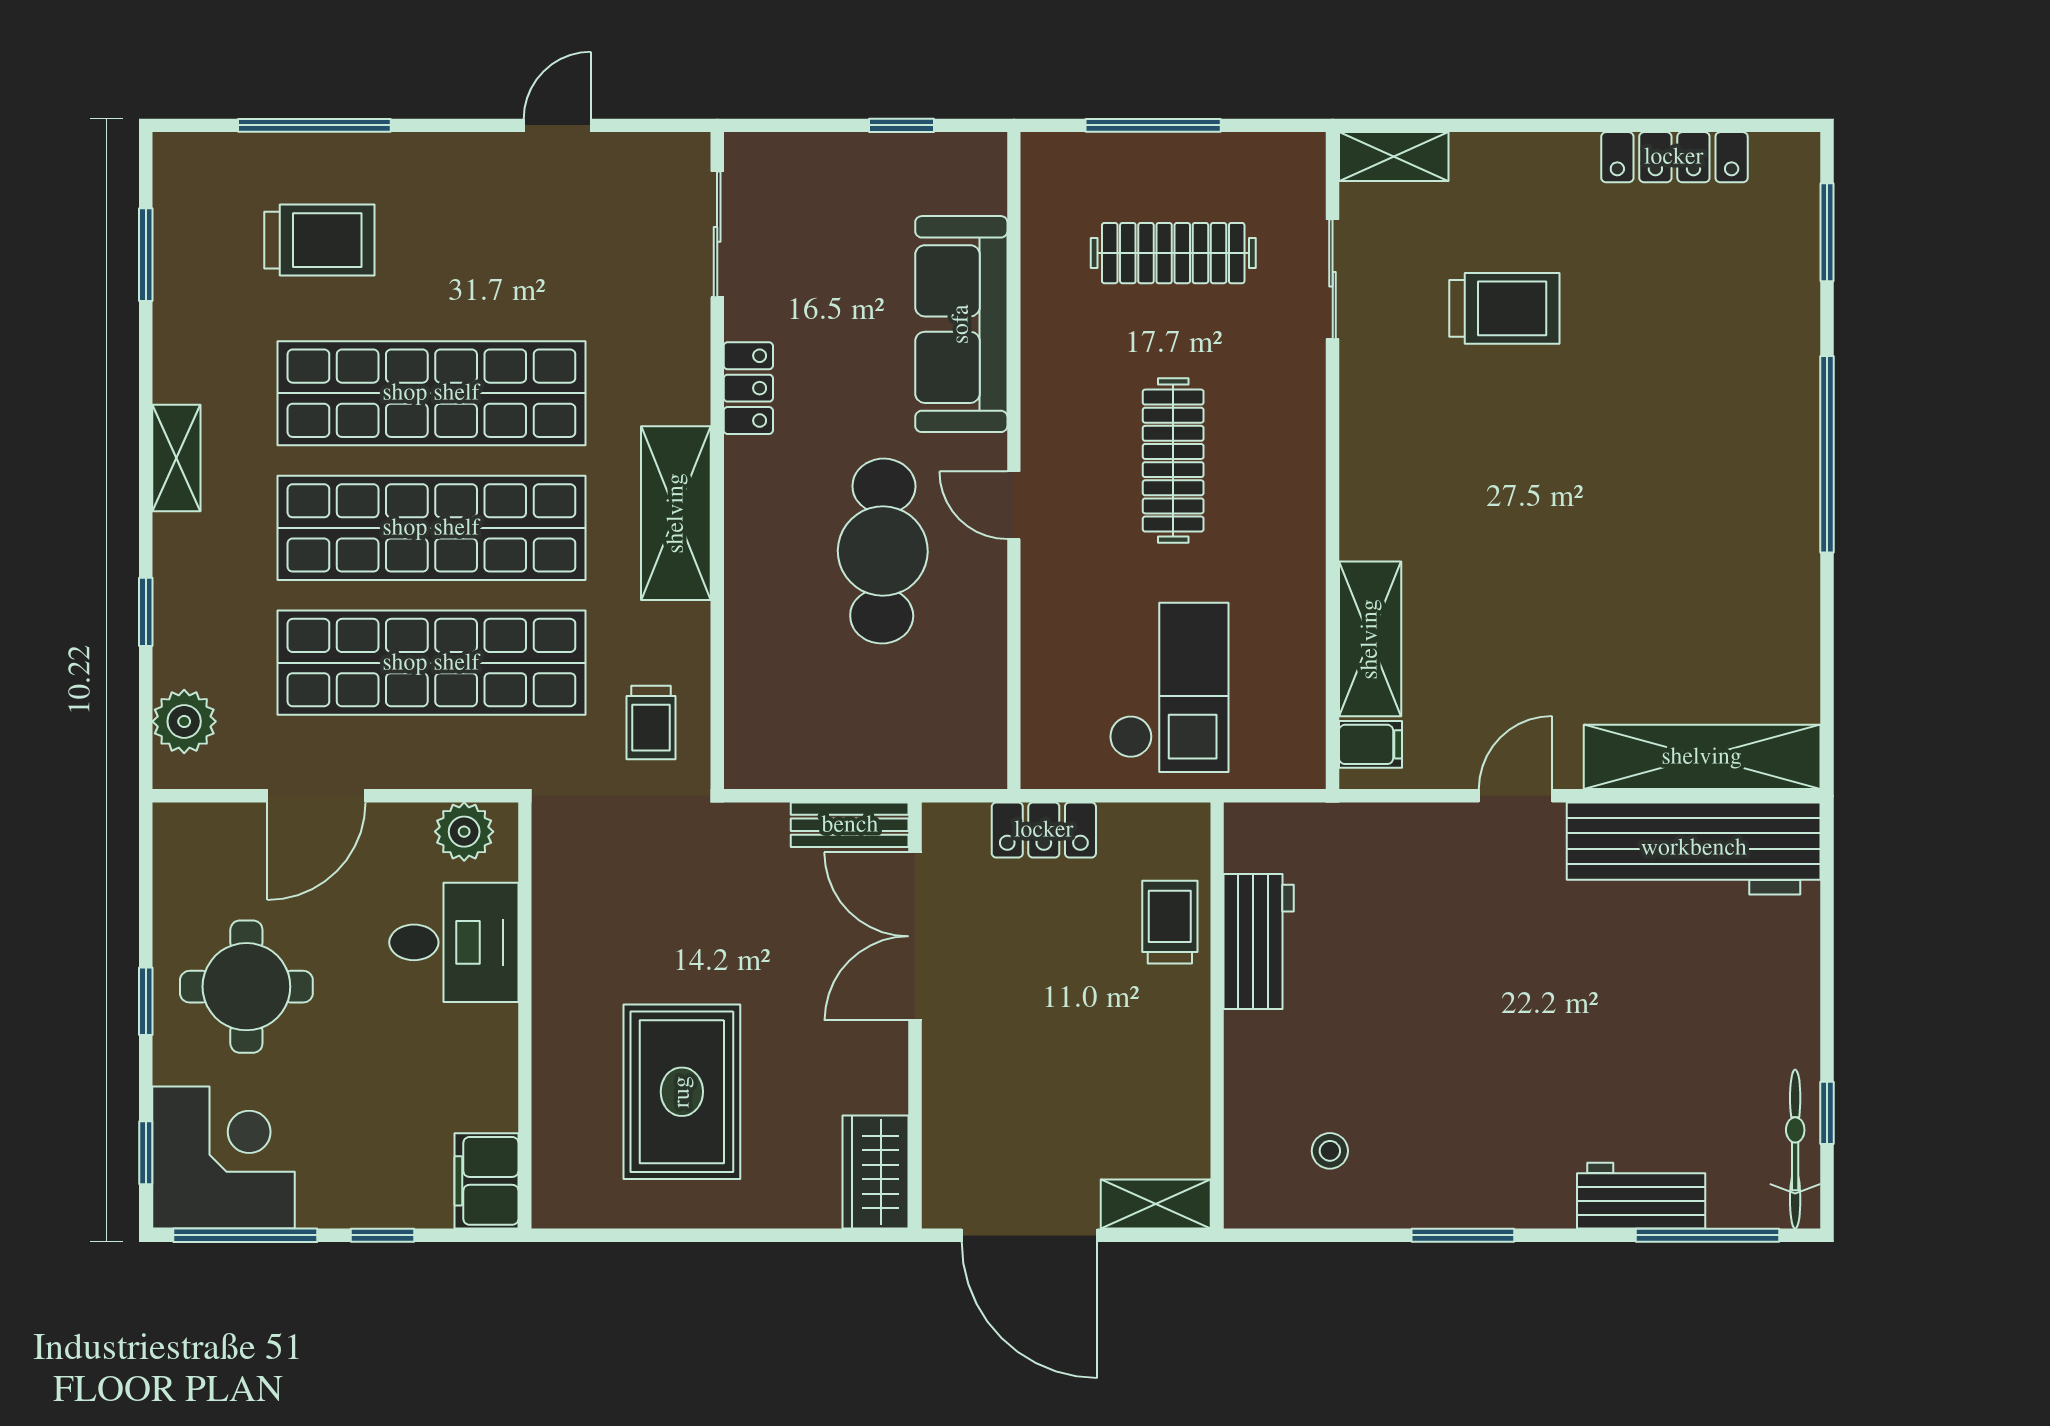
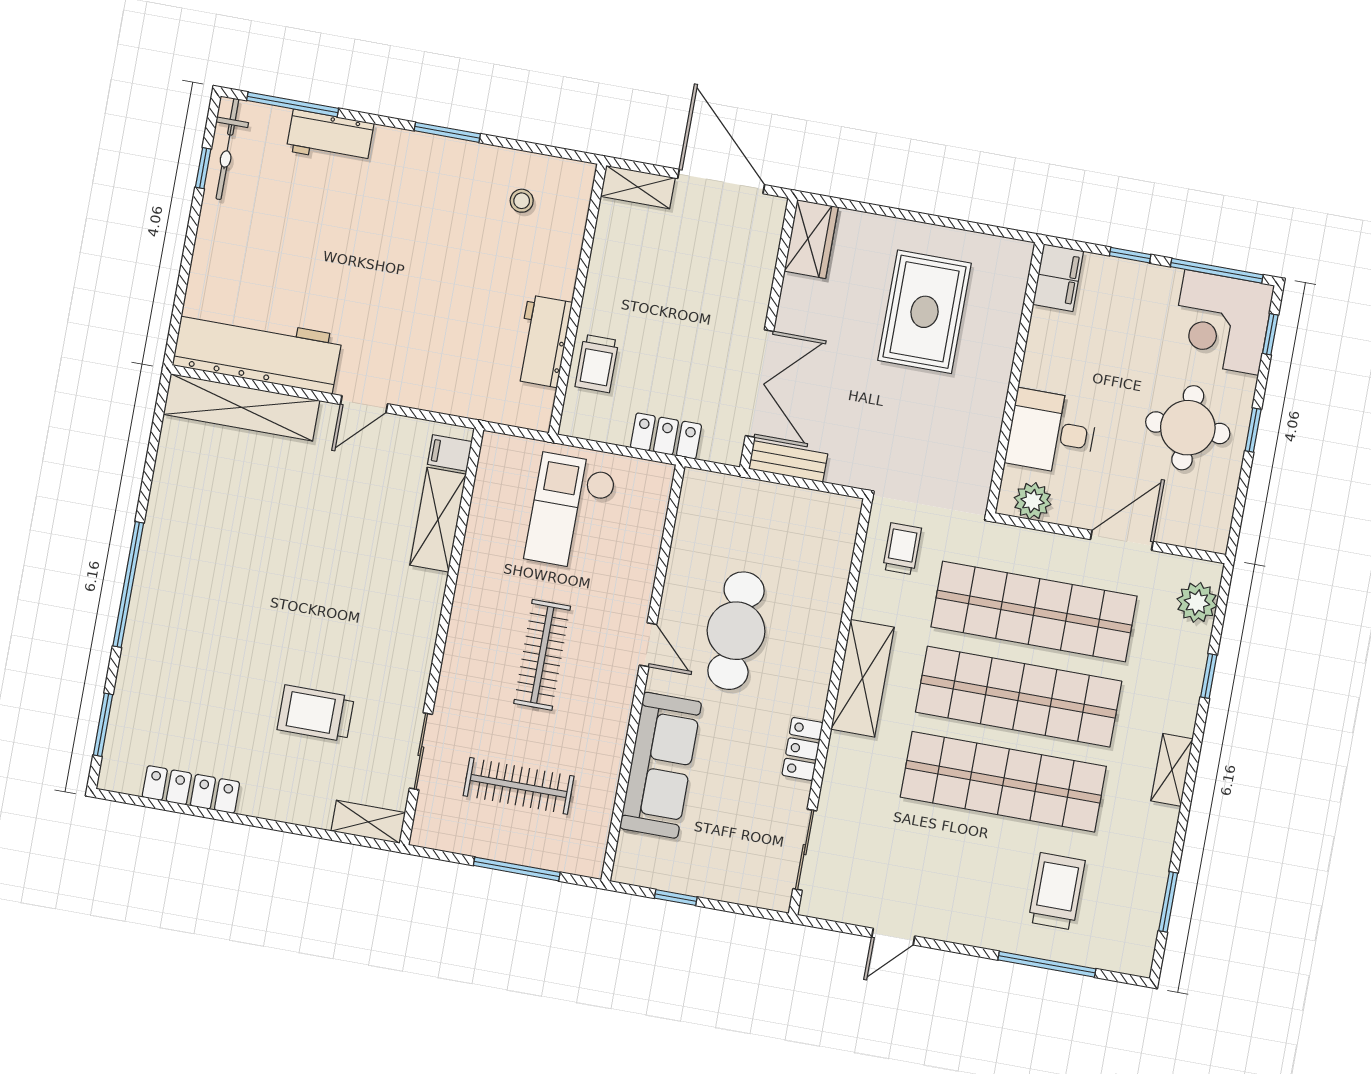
trolley: (319, 240) -> (1057, 891), turned 90

